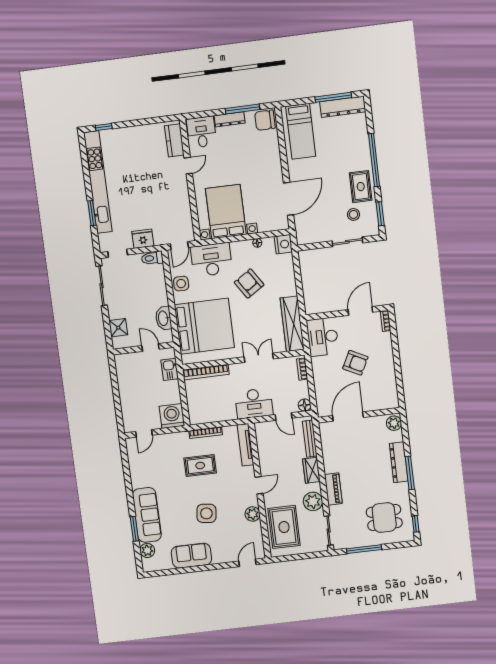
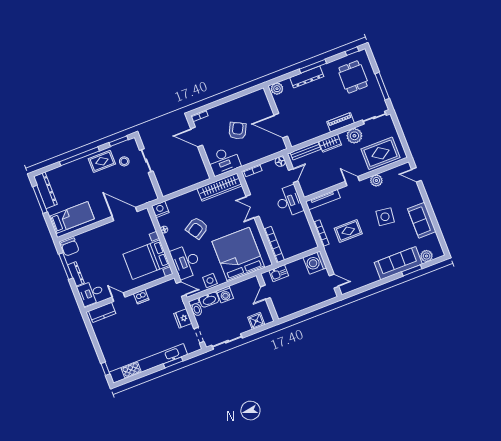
dishwasher: (182, 194) -> (141, 297), added
washing machine: (160, 298) -> (225, 295), added
washbasin: (163, 318) -> (209, 300), moved
rug: (200, 466) -> (348, 231), turned 90

